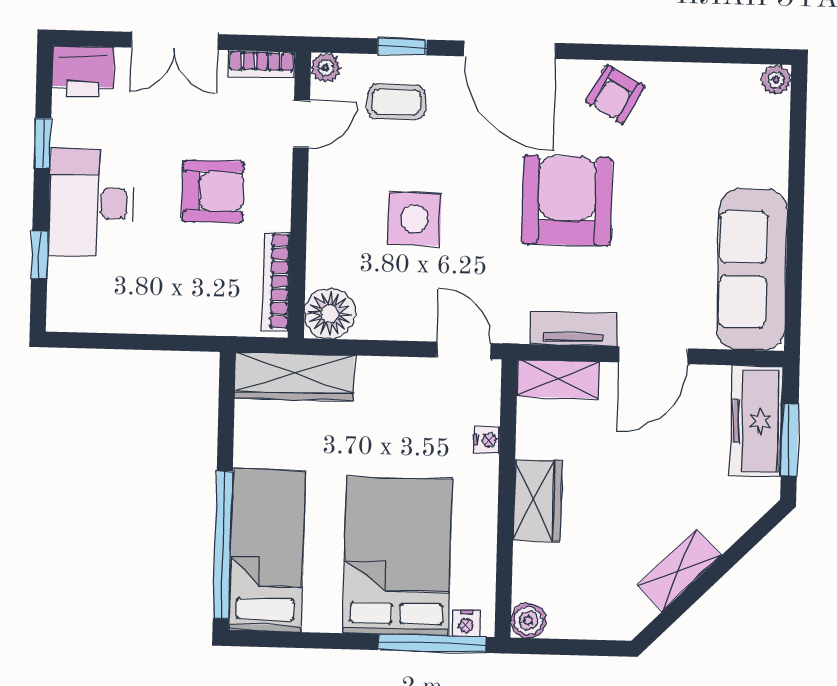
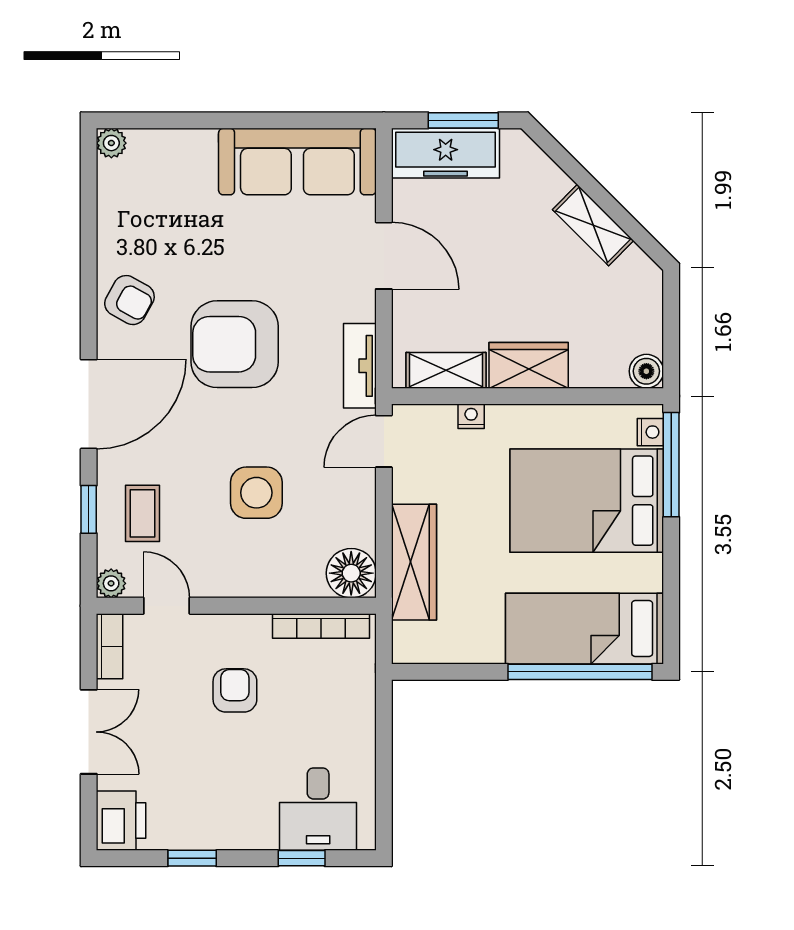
armchair: (213, 191) -> (235, 690), width x0.72, depth x0.72
desk: (91, 203) -> (318, 809), moved, width x0.73
tv unit: (574, 329) -> (360, 366), moved
wardrobe: (295, 377) -> (414, 562), moved
shelving: (558, 379) -> (446, 370), moved, turned 90

